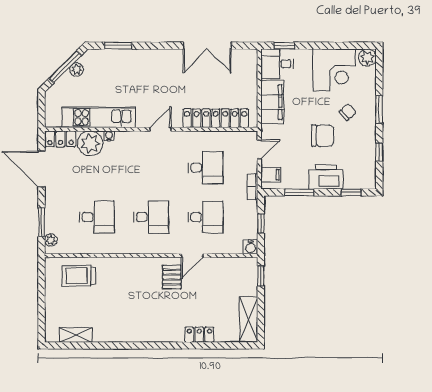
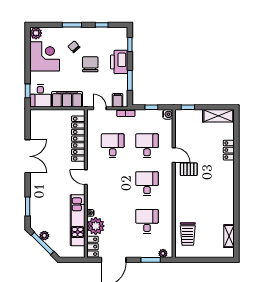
double door: (207, 46) -> (28, 156), moved

